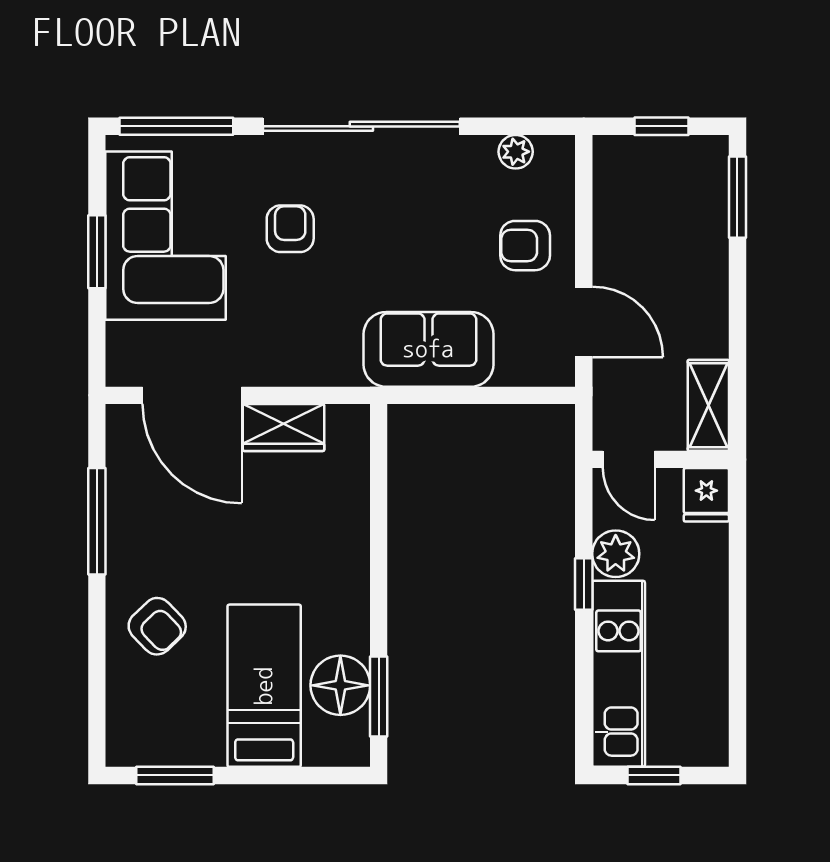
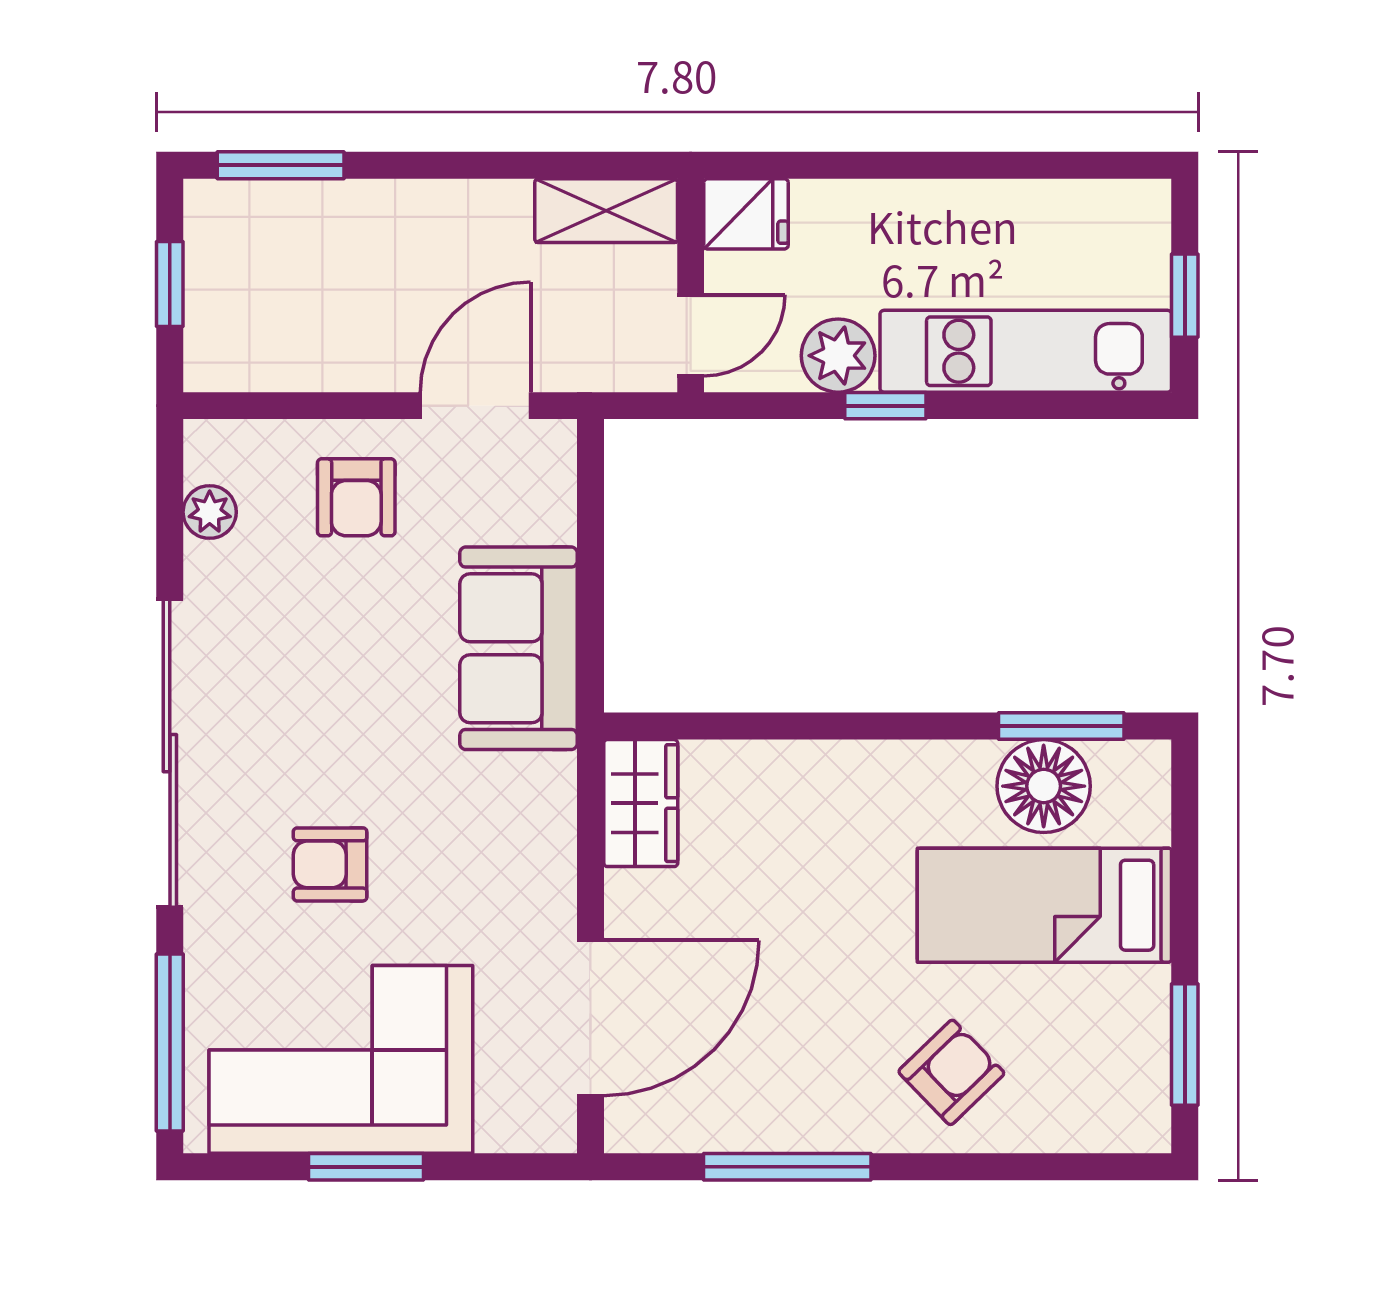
wardrobe: (283, 428) -> (641, 803), moved

